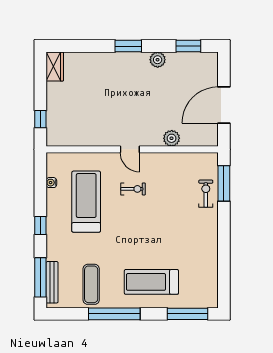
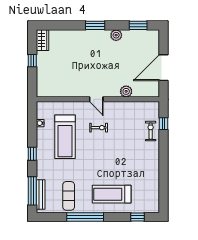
window: (40, 119) -> (32, 61), moved
window: (224, 183) -> (164, 124), width x0.46
treadmill: (86, 202) -> (65, 137), turned 180
window: (188, 314) -> (138, 217), width x0.46

